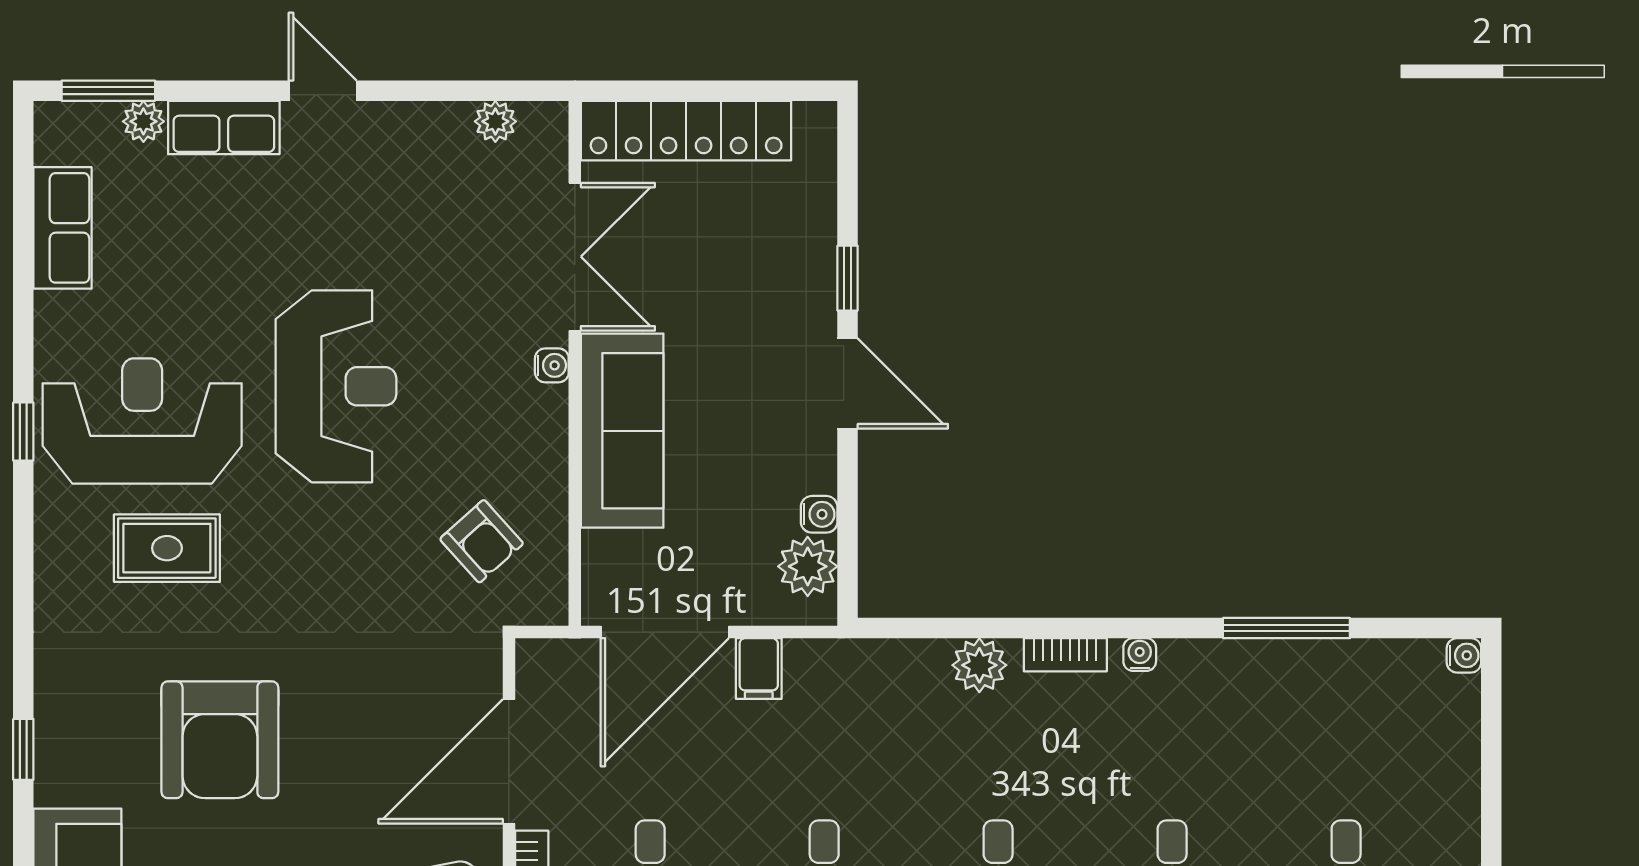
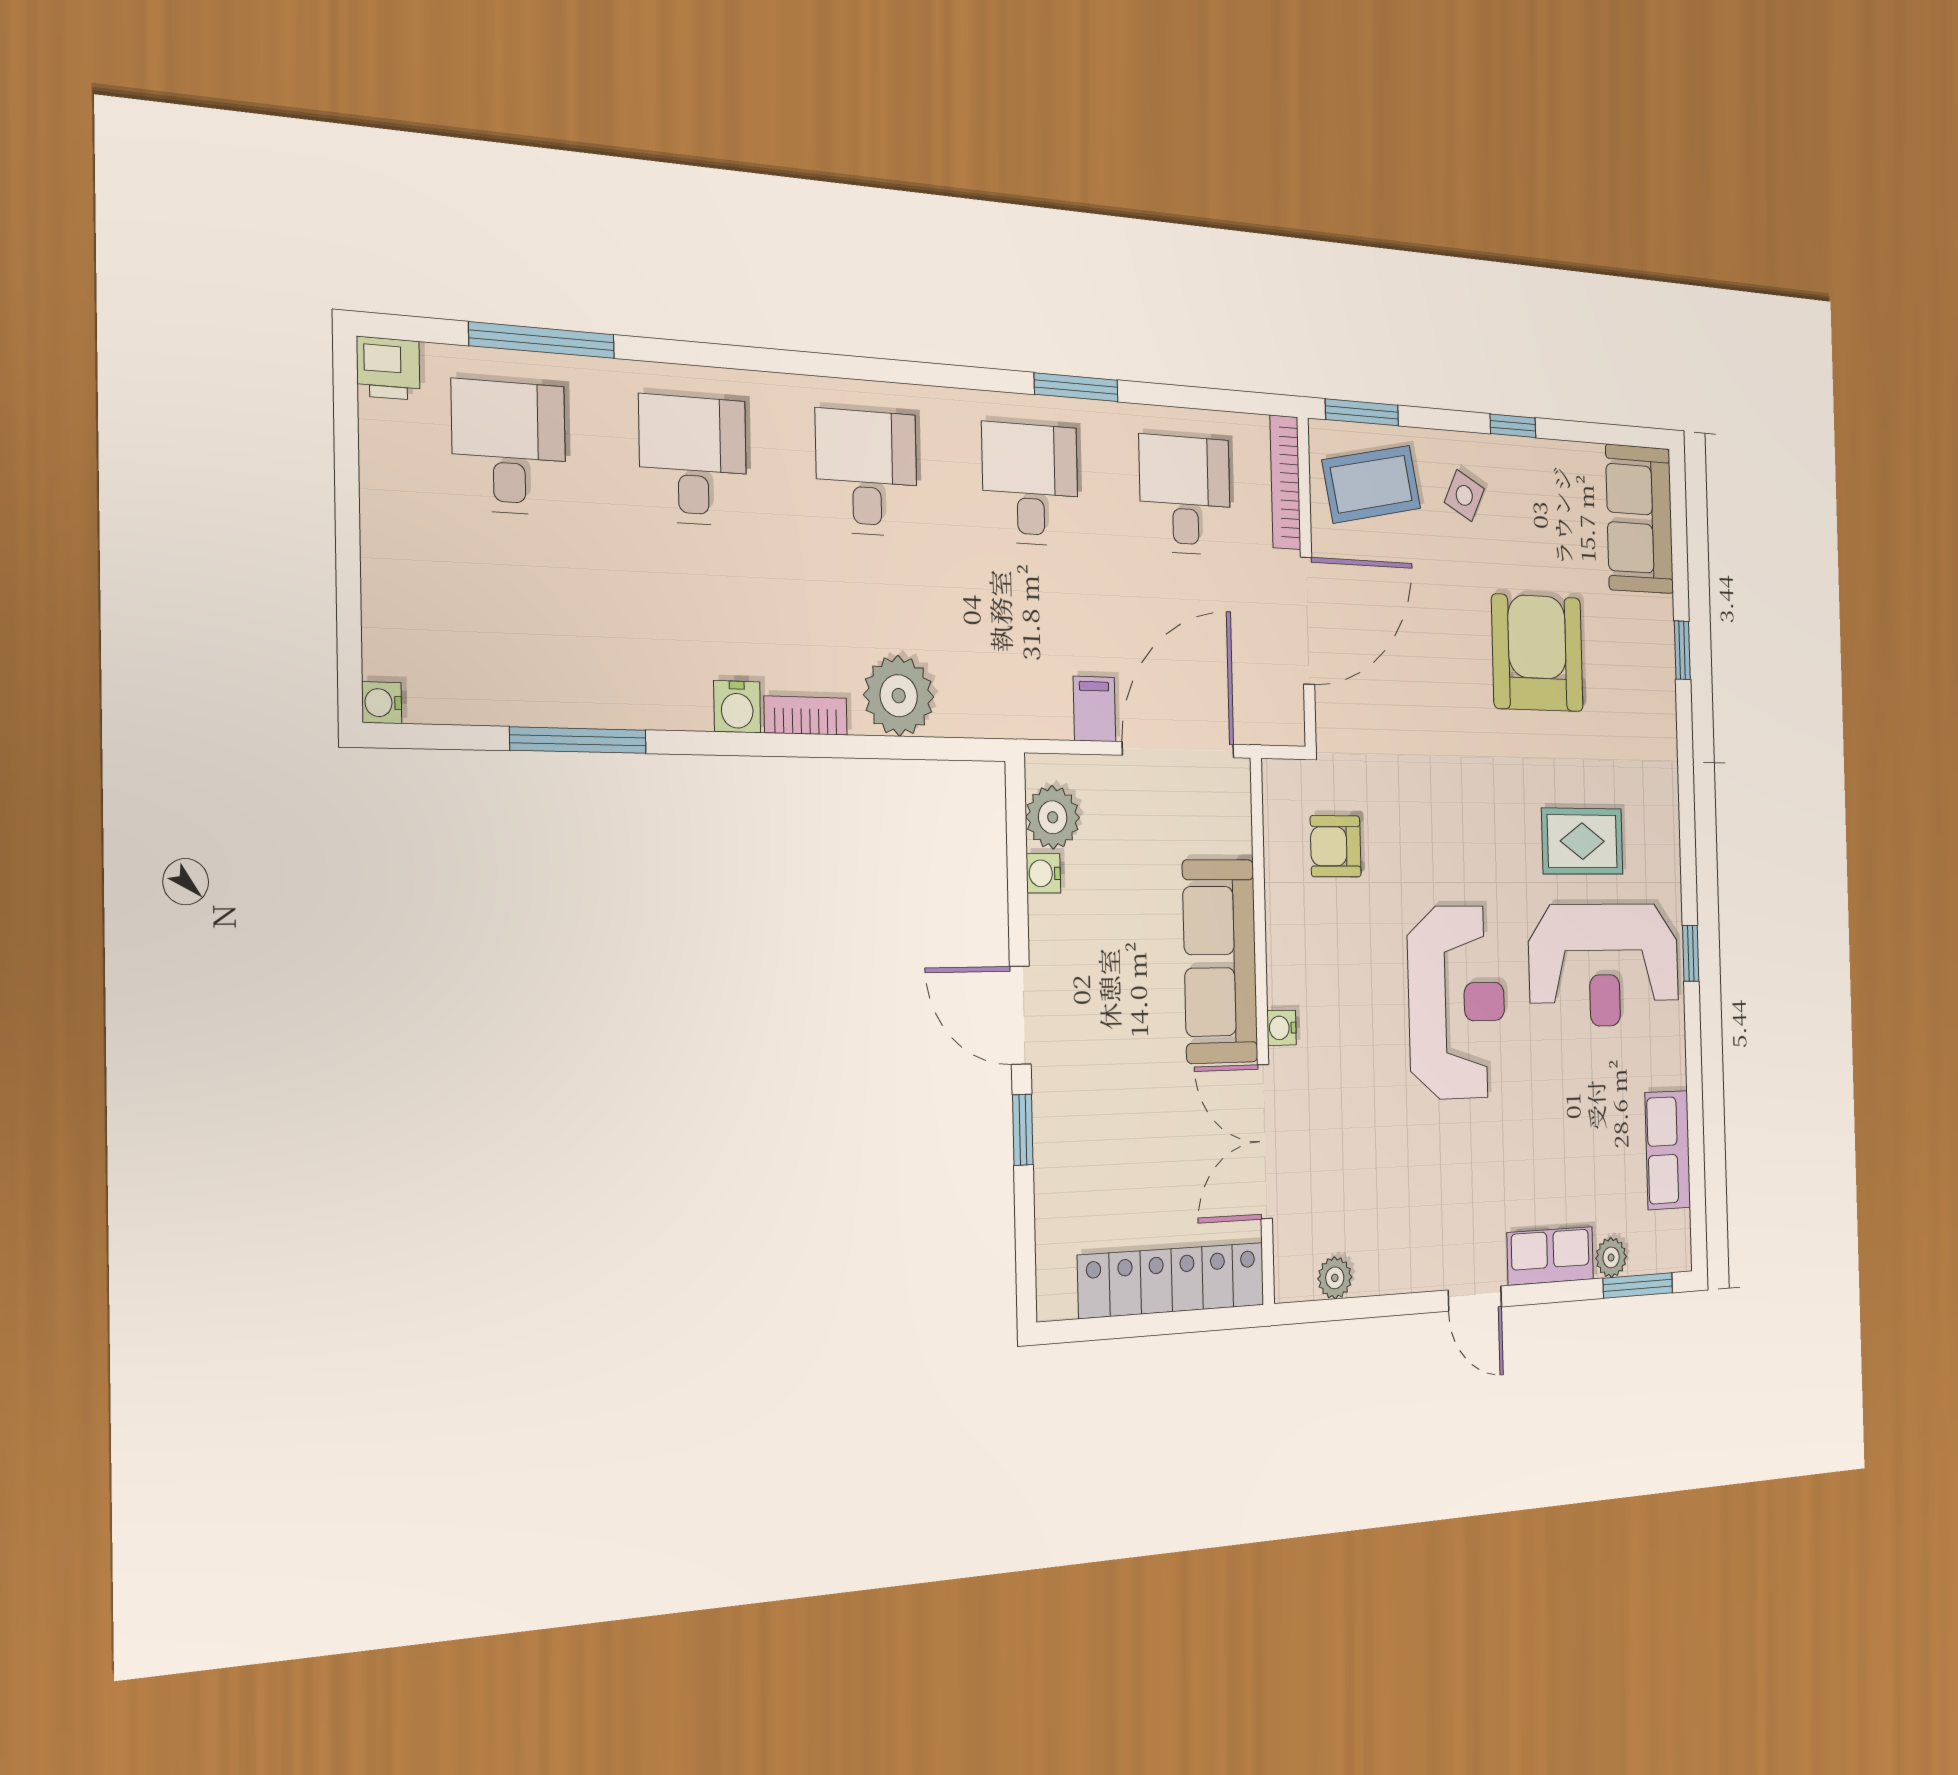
reception desk: (336, 386) -> (1457, 1002), turned 180
armchair: (482, 541) -> (1336, 846), turned -48
water cooler: (1140, 655) -> (737, 707), width x1.38, depth x1.38
plant: (979, 665) -> (899, 696), width x1.36, depth x1.36

